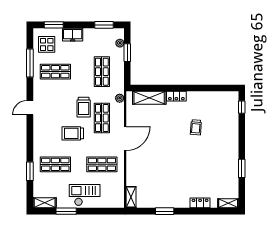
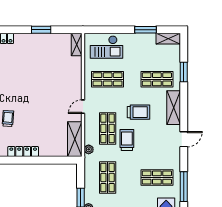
locker: (176, 96) -> (23, 152), width x1.53
shelving: (149, 98) -> (75, 139), moved, turned 90
shelving: (40, 138) -> (174, 108), added
door: (125, 138) -> (83, 107), width x0.53
checkout: (85, 195) -> (106, 47), moved

